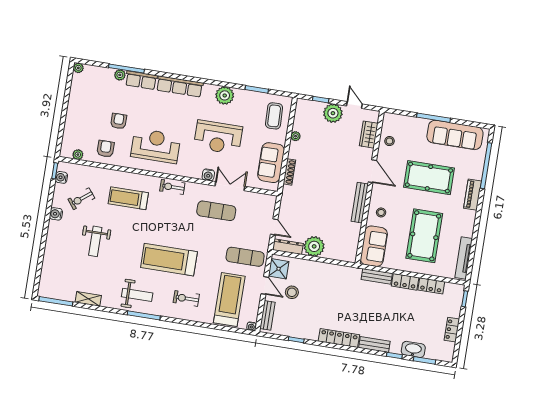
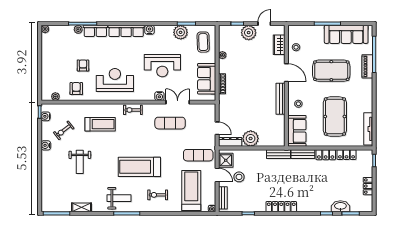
water cooler: (209, 90) -> (150, 30), added
plant: (225, 95) -> (181, 32), moved
door: (354, 105) -> (264, 24), hinge flipped
piano: (473, 195) -> (367, 66), moved
treadmill: (128, 198) -> (100, 124), turned 180
bench: (374, 344) -> (278, 154), moved

